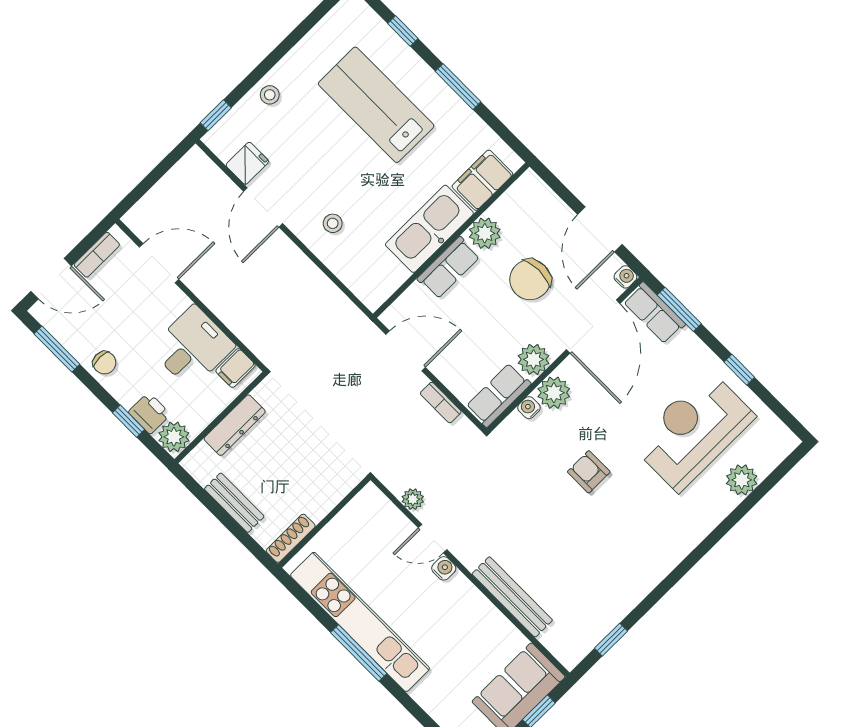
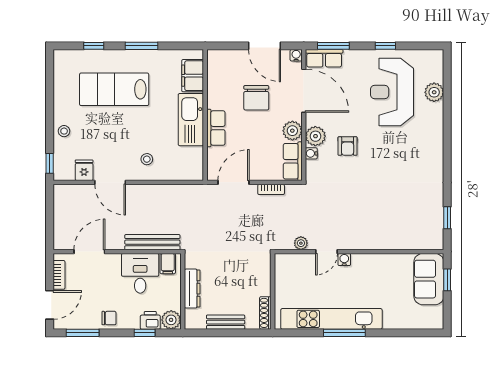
plant: (485, 233) -> (217, 97), removed
armchair: (589, 472) -> (348, 146), moved, turned -90
bench: (512, 597) -> (152, 242), moved

